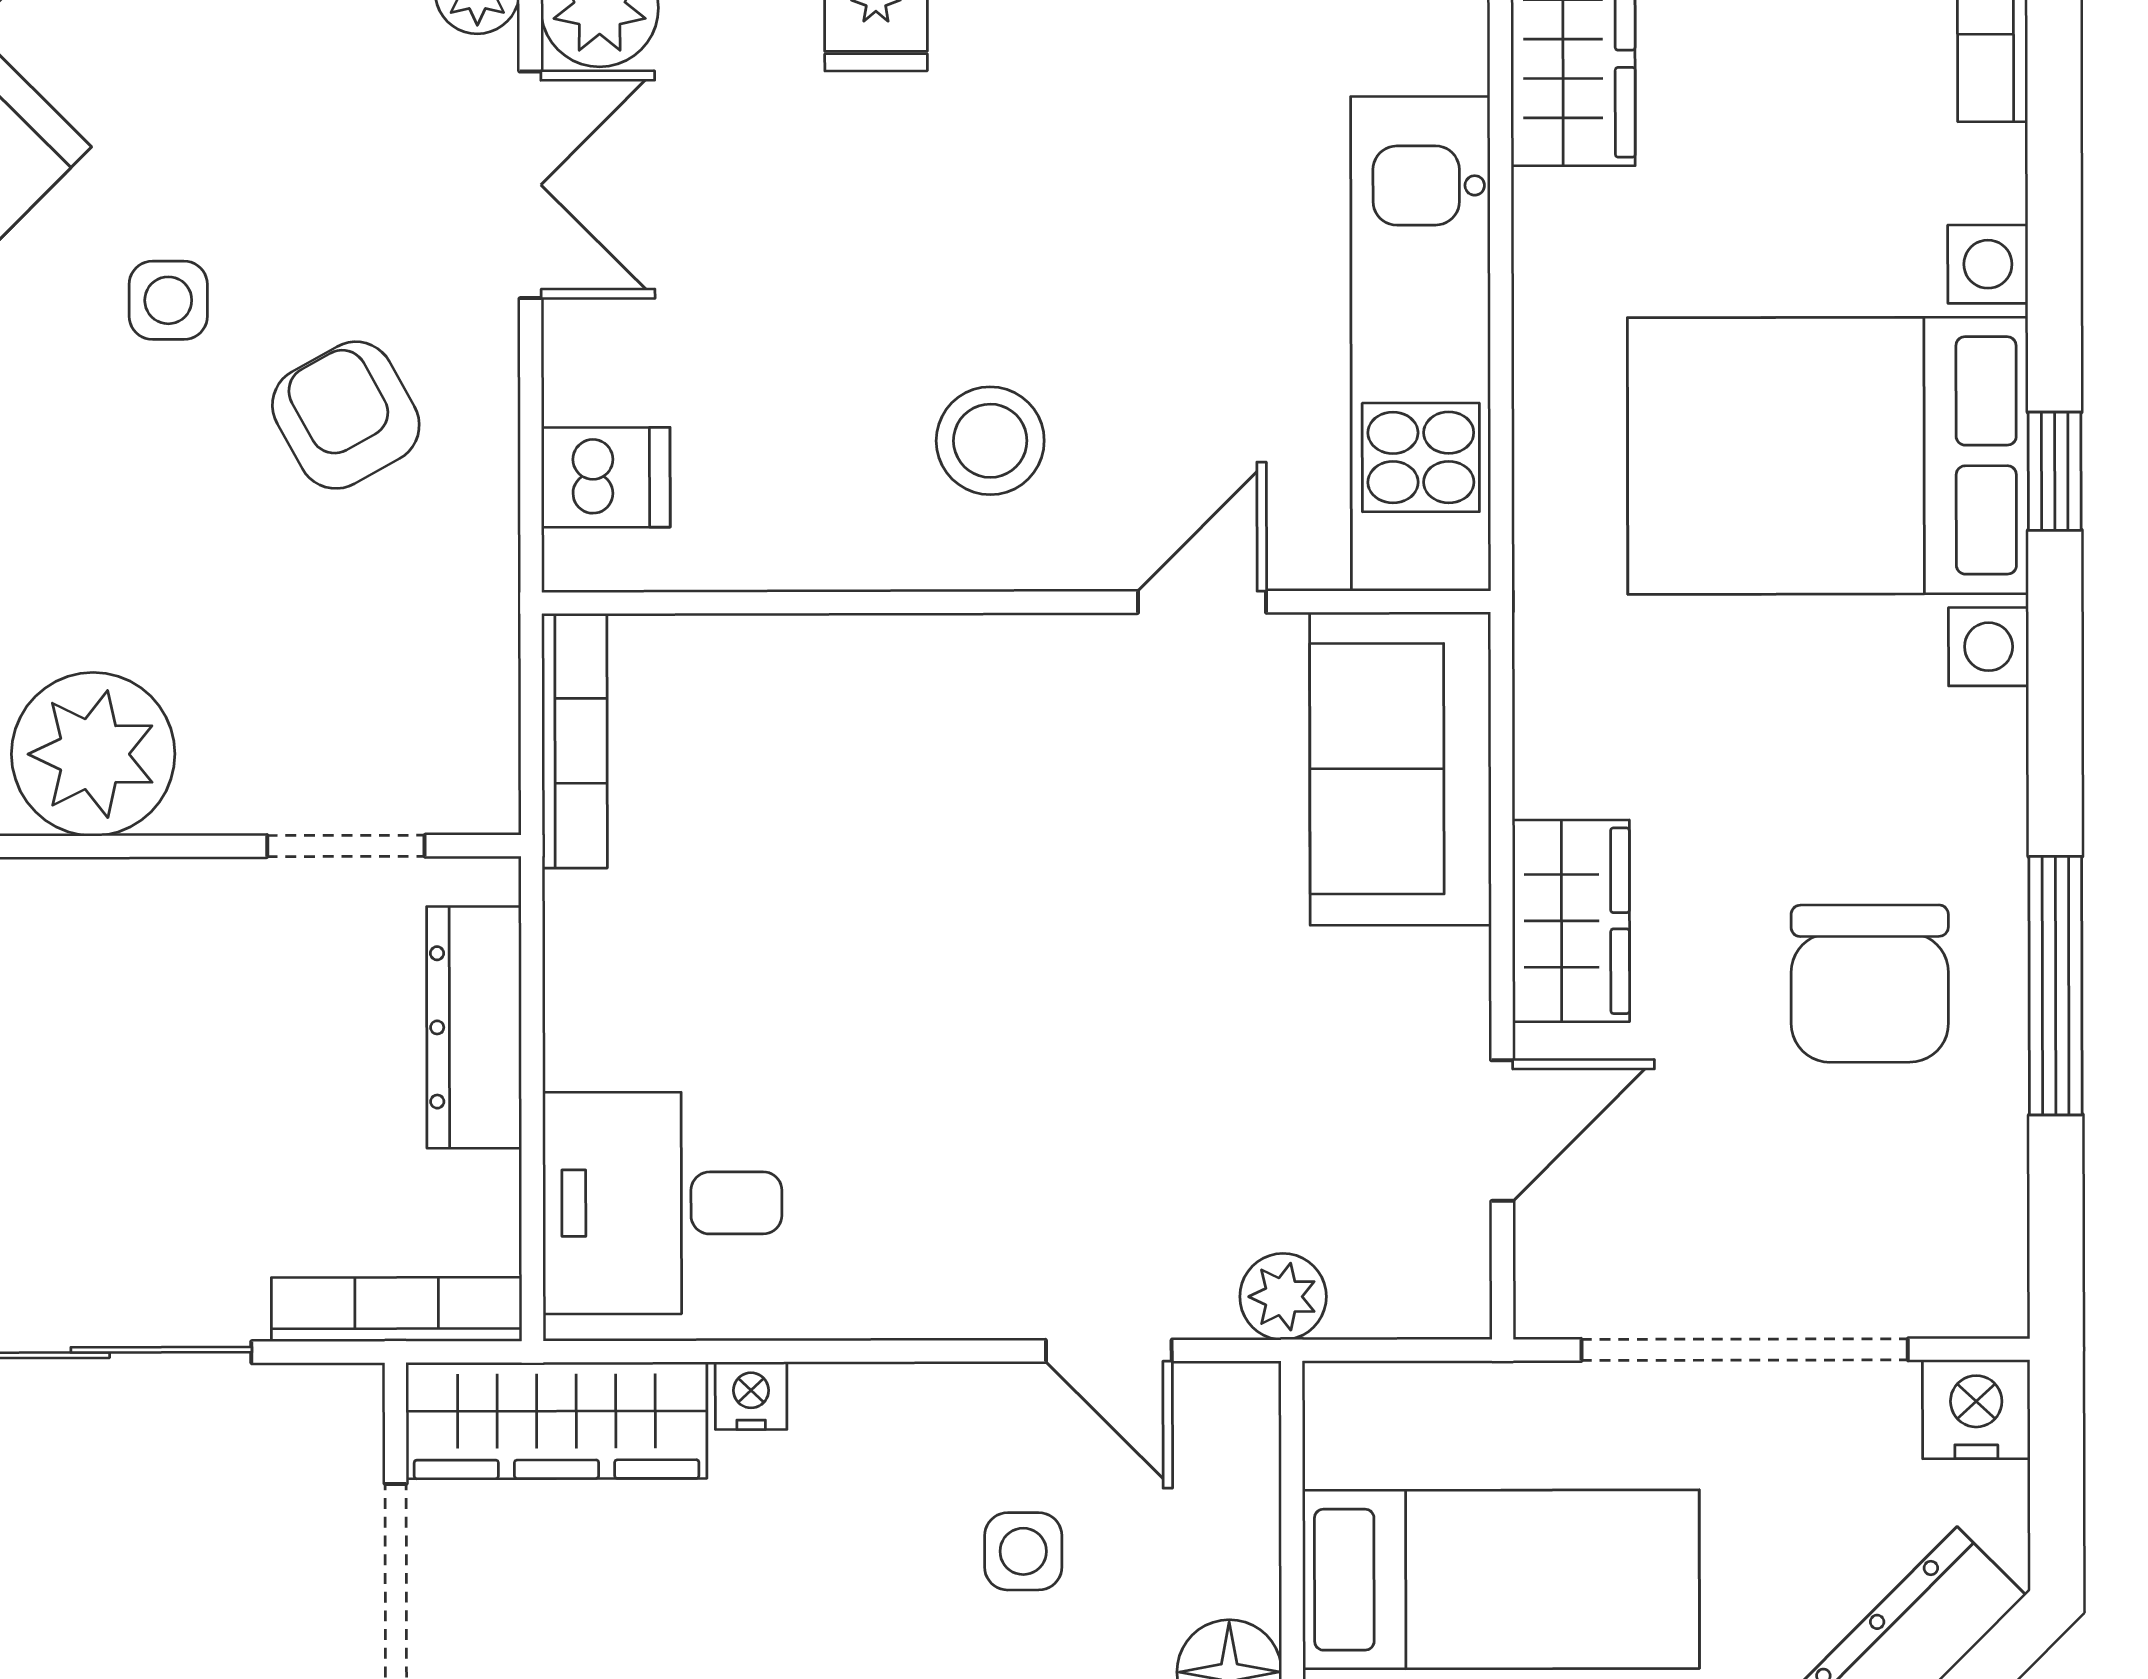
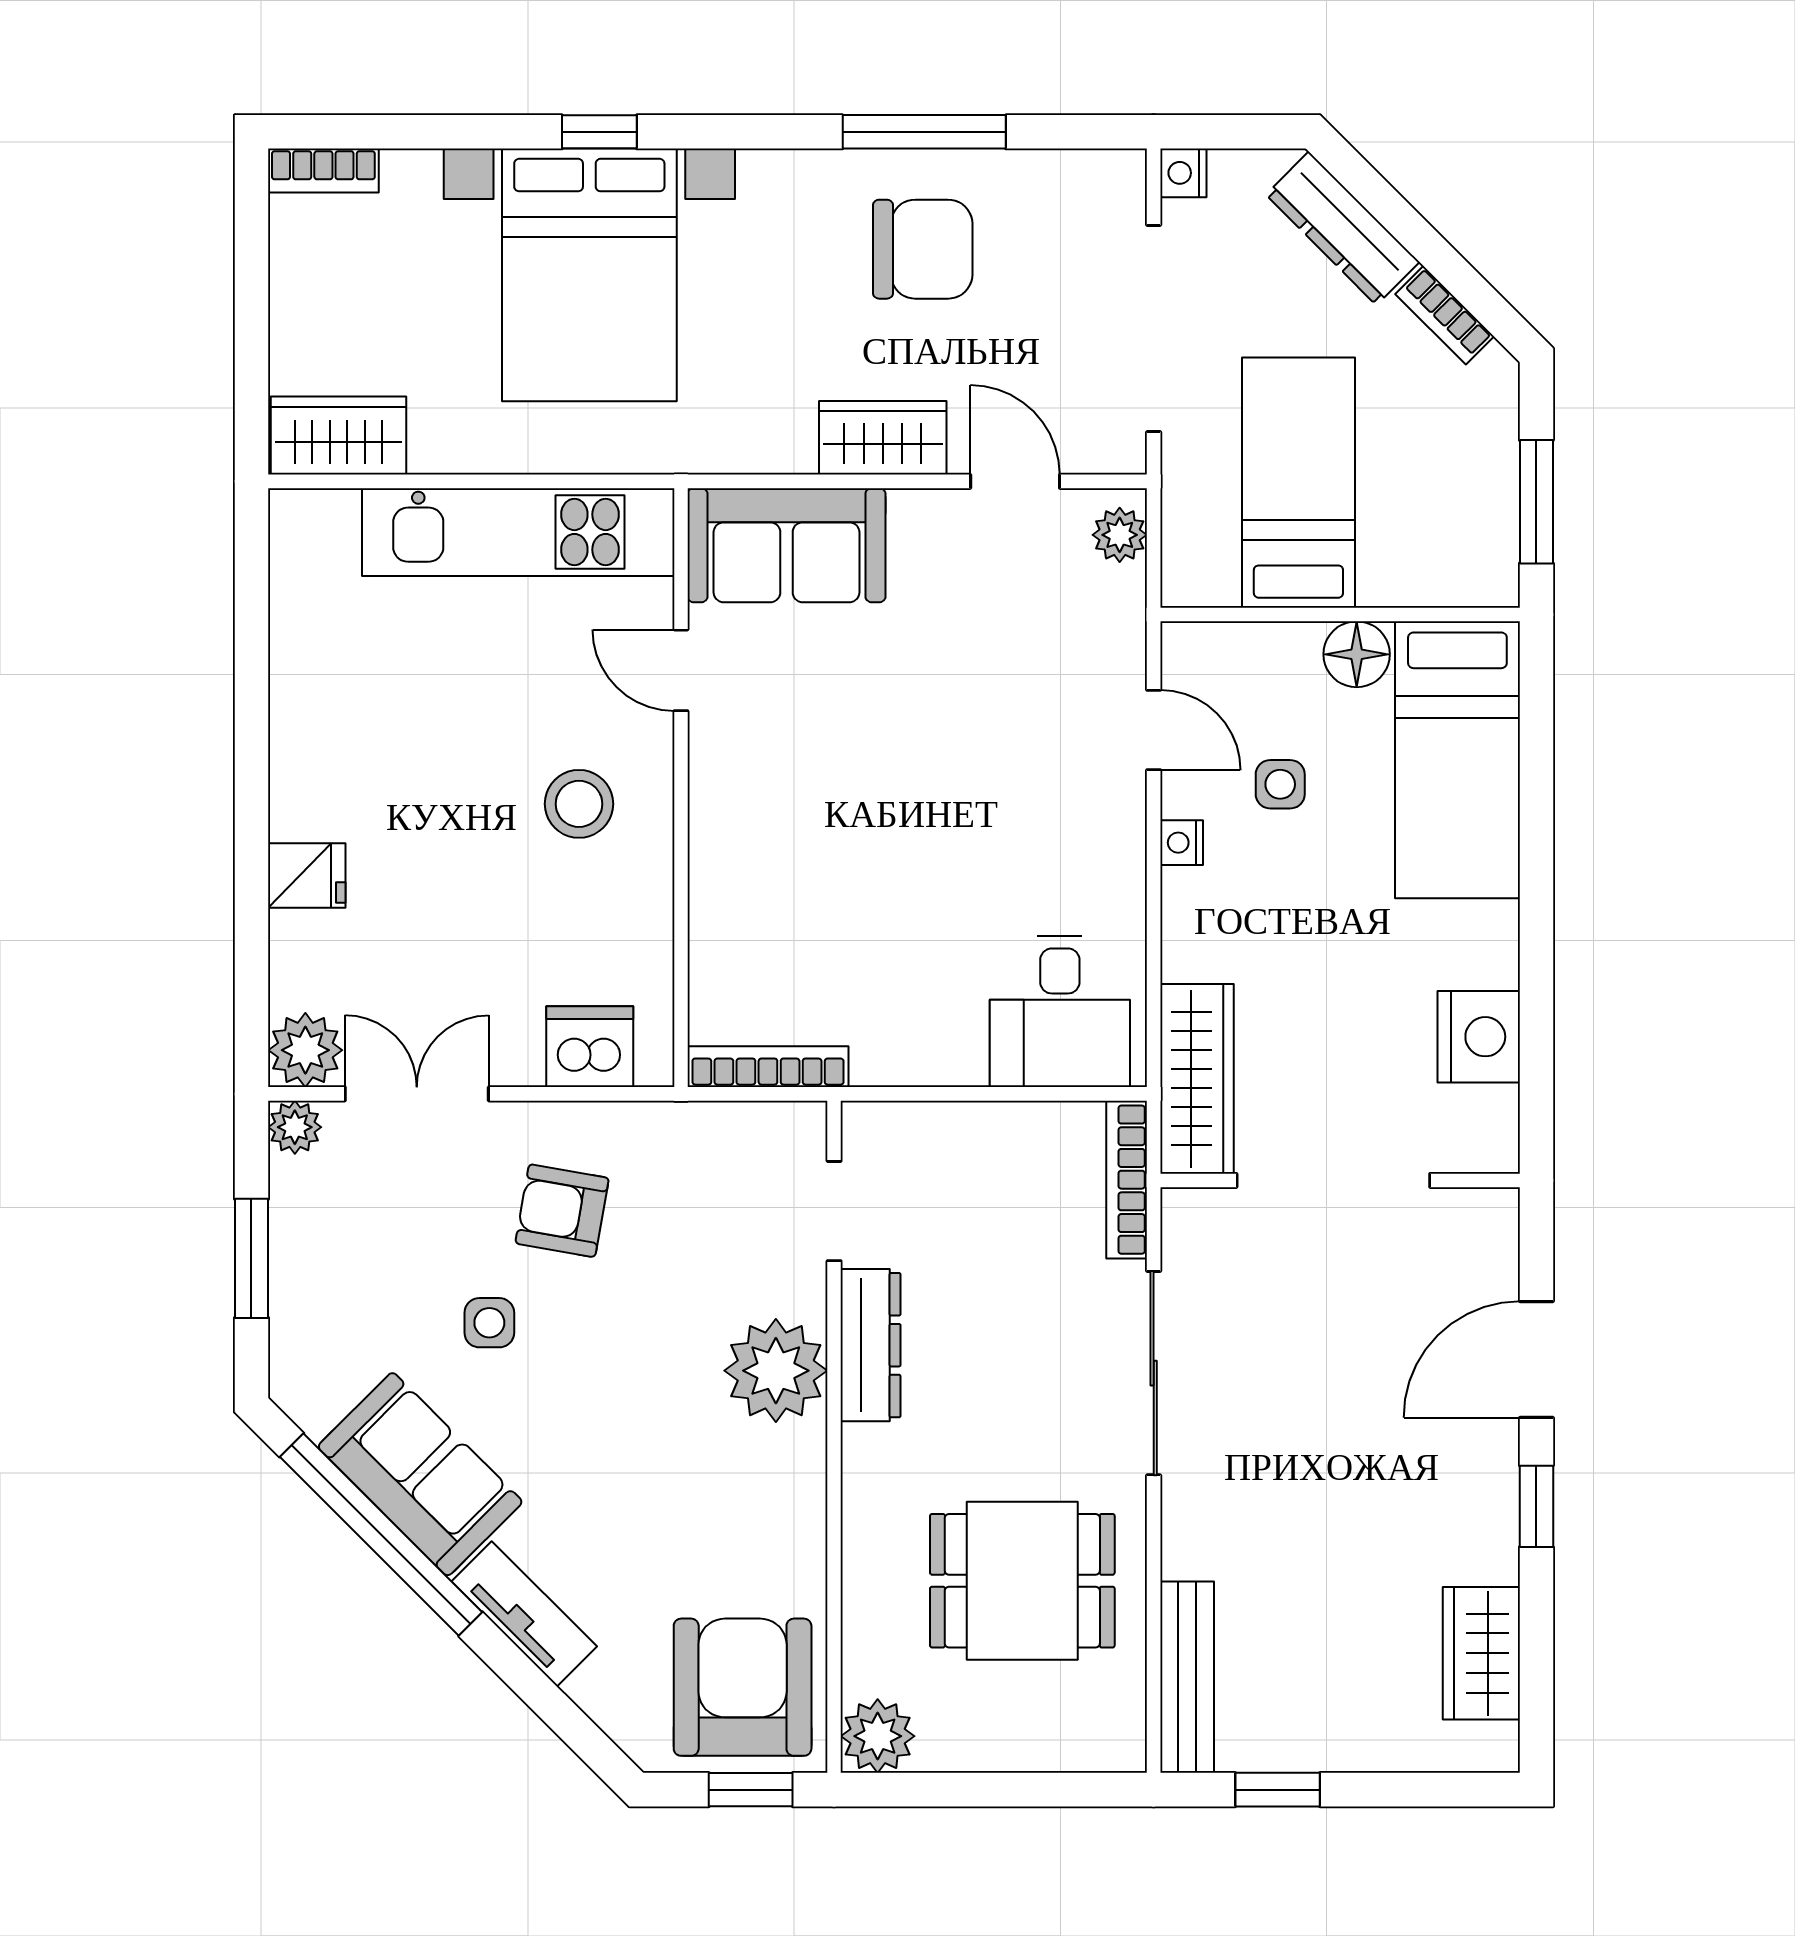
armchair: (346, 415) -> (562, 1211), turned 39
dishwasher: (606, 477) -> (590, 1047), width x1.38
dresser: (474, 1027) -> (871, 1345), moved, turned -90
plant: (1283, 1297) -> (1120, 535), moved
door: (1109, 1351) -> (1154, 730), hinge flipped
nightstand: (751, 1396) -> (1182, 843), moved
nightstand: (1976, 1409) -> (1183, 173), width x0.72, depth x0.74

